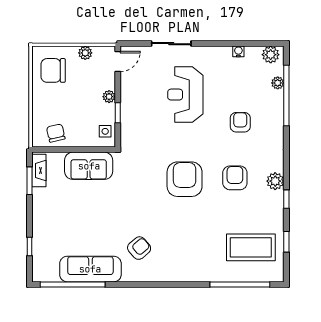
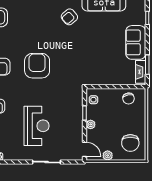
door: (118, 61) -> (85, 149), swing flipped
chair: (53, 70) -> (130, 143), turned 90
sofa: (89, 166) -> (136, 42), moved, turned -90
armchair: (185, 179) -> (37, 66), turned 180

